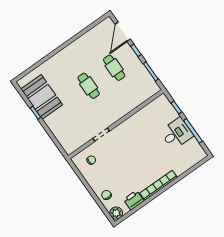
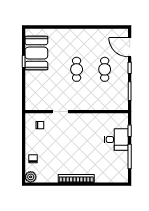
door: (123, 32) -> (130, 47), hinge flipped
desk: (177, 134) -> (116, 139), moved
printer: (134, 200) -> (50, 176), removed

